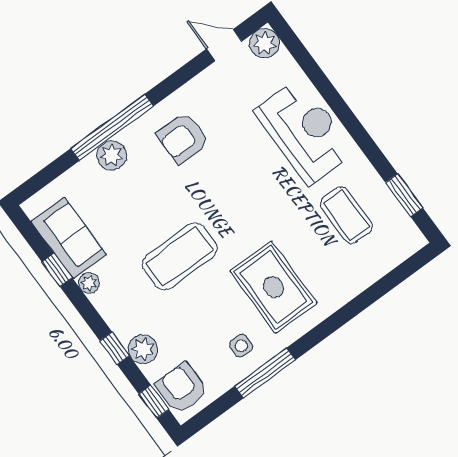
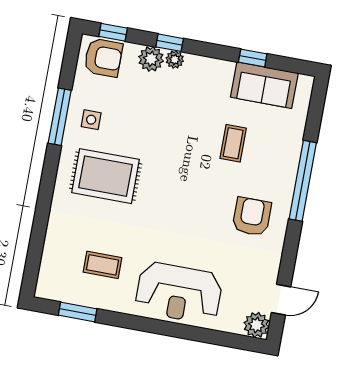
plant: (112, 155) -> (286, 163), removed
coffee table: (346, 215) -> (102, 265), width x0.73, depth x0.77
coffee table: (180, 256) -> (233, 143), moved, width x0.54, depth x0.58
plant: (89, 283) -> (175, 59), moved

